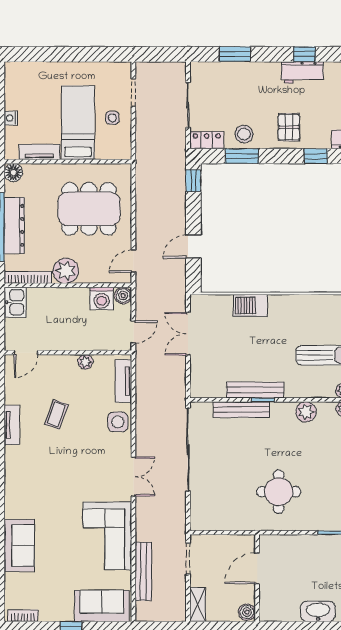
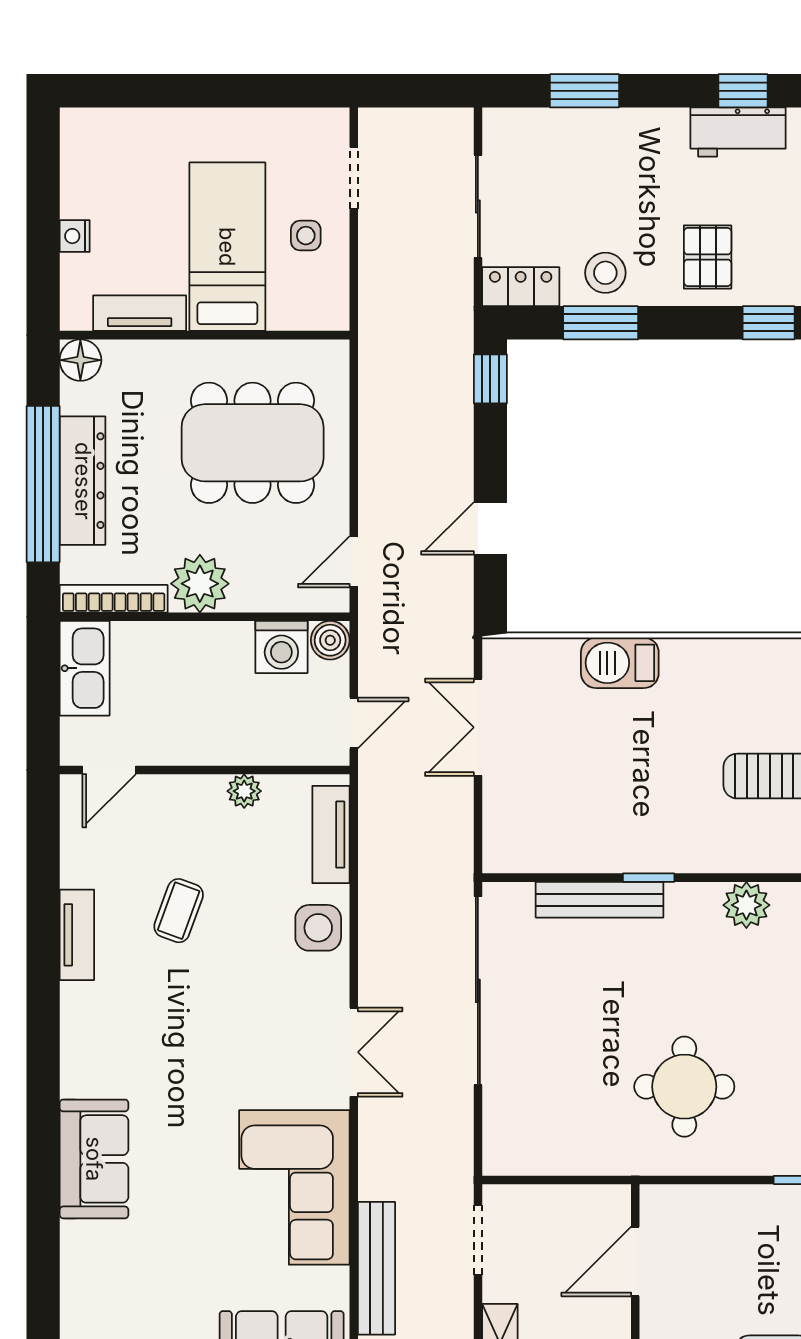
kitchen sink: (15, 302) -> (85, 668), width x1.38
bench: (255, 390) -> (631, 855), removed
sofa: (19, 546) -> (94, 1159), moved

